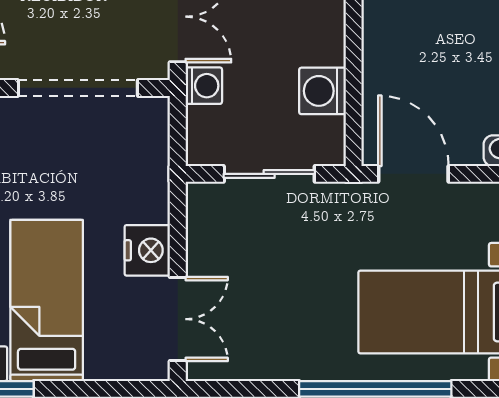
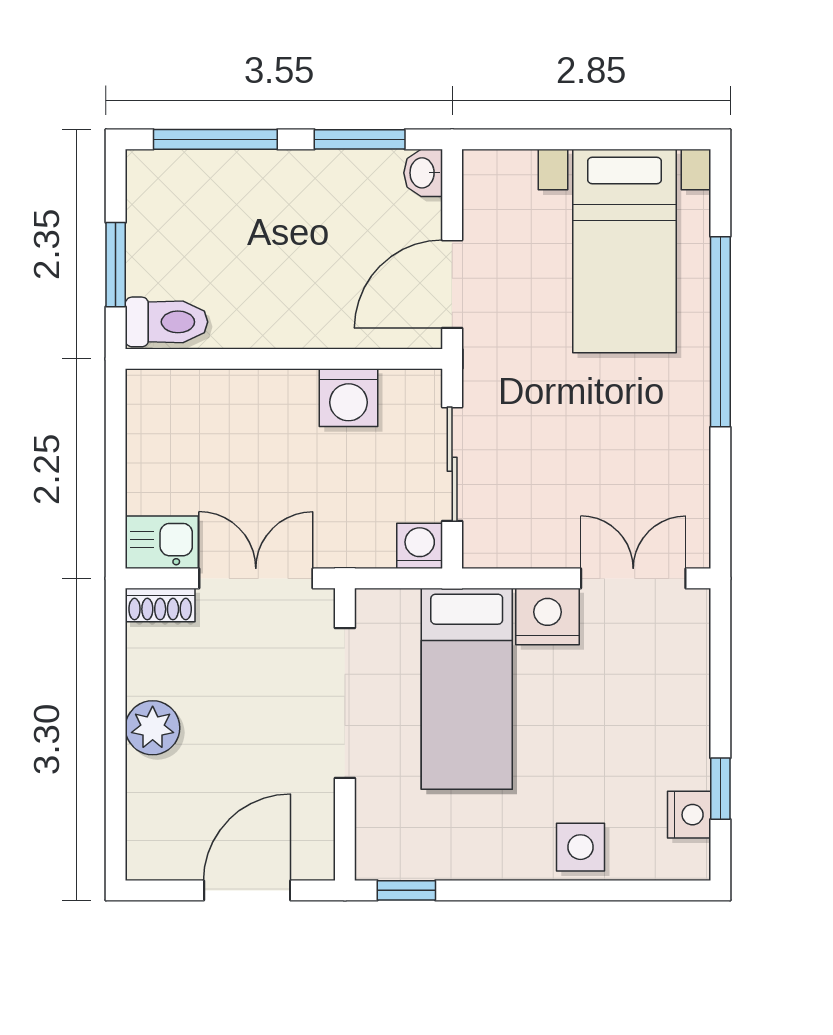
washing machine: (204, 86) -> (420, 546), moved
bed: (47, 300) -> (467, 689), moved, turned -90

